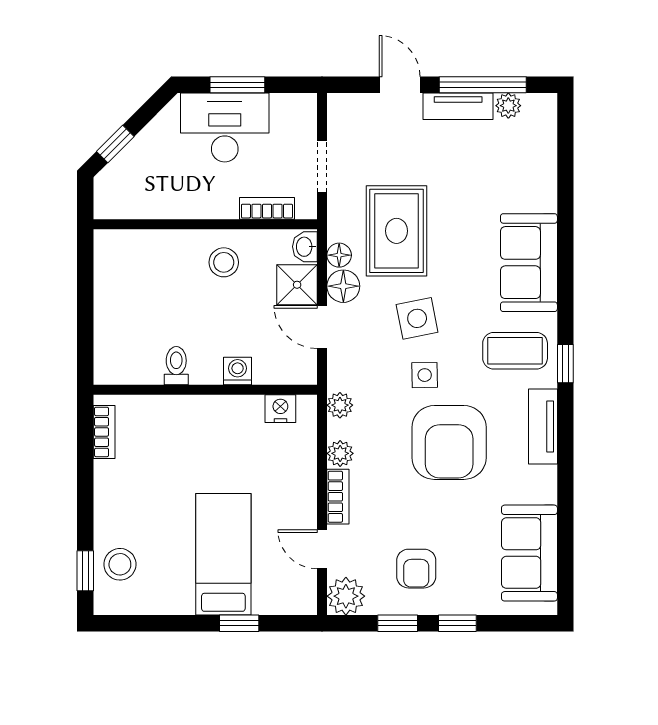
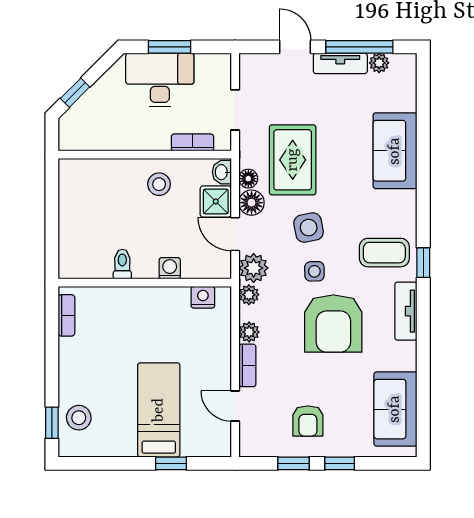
sofa: (529, 263) -> (395, 151), moved
plant: (346, 596) -> (254, 268), moved

